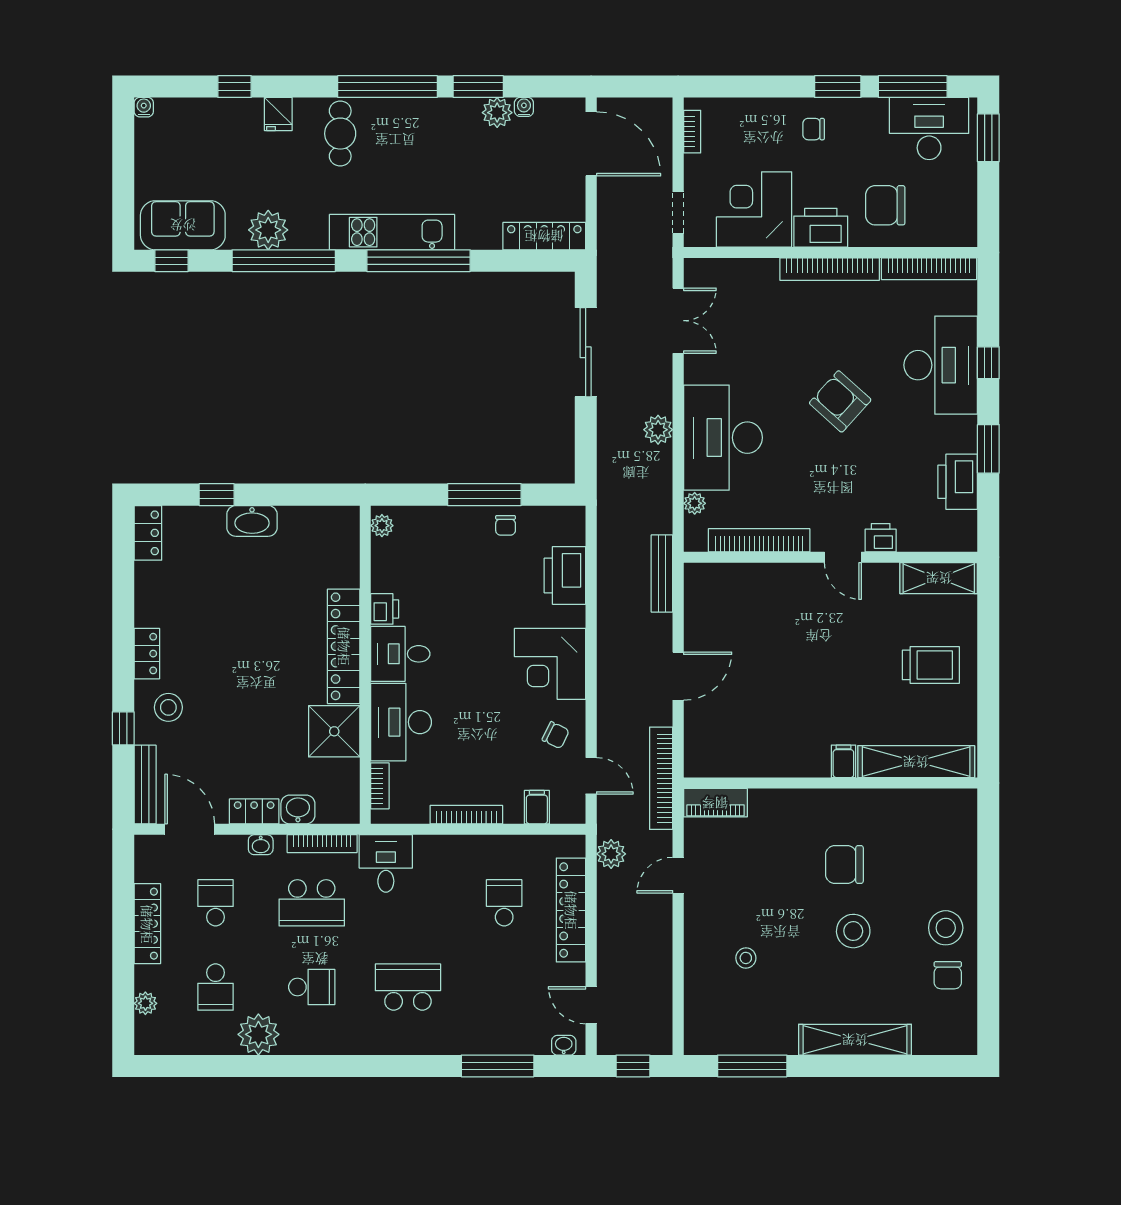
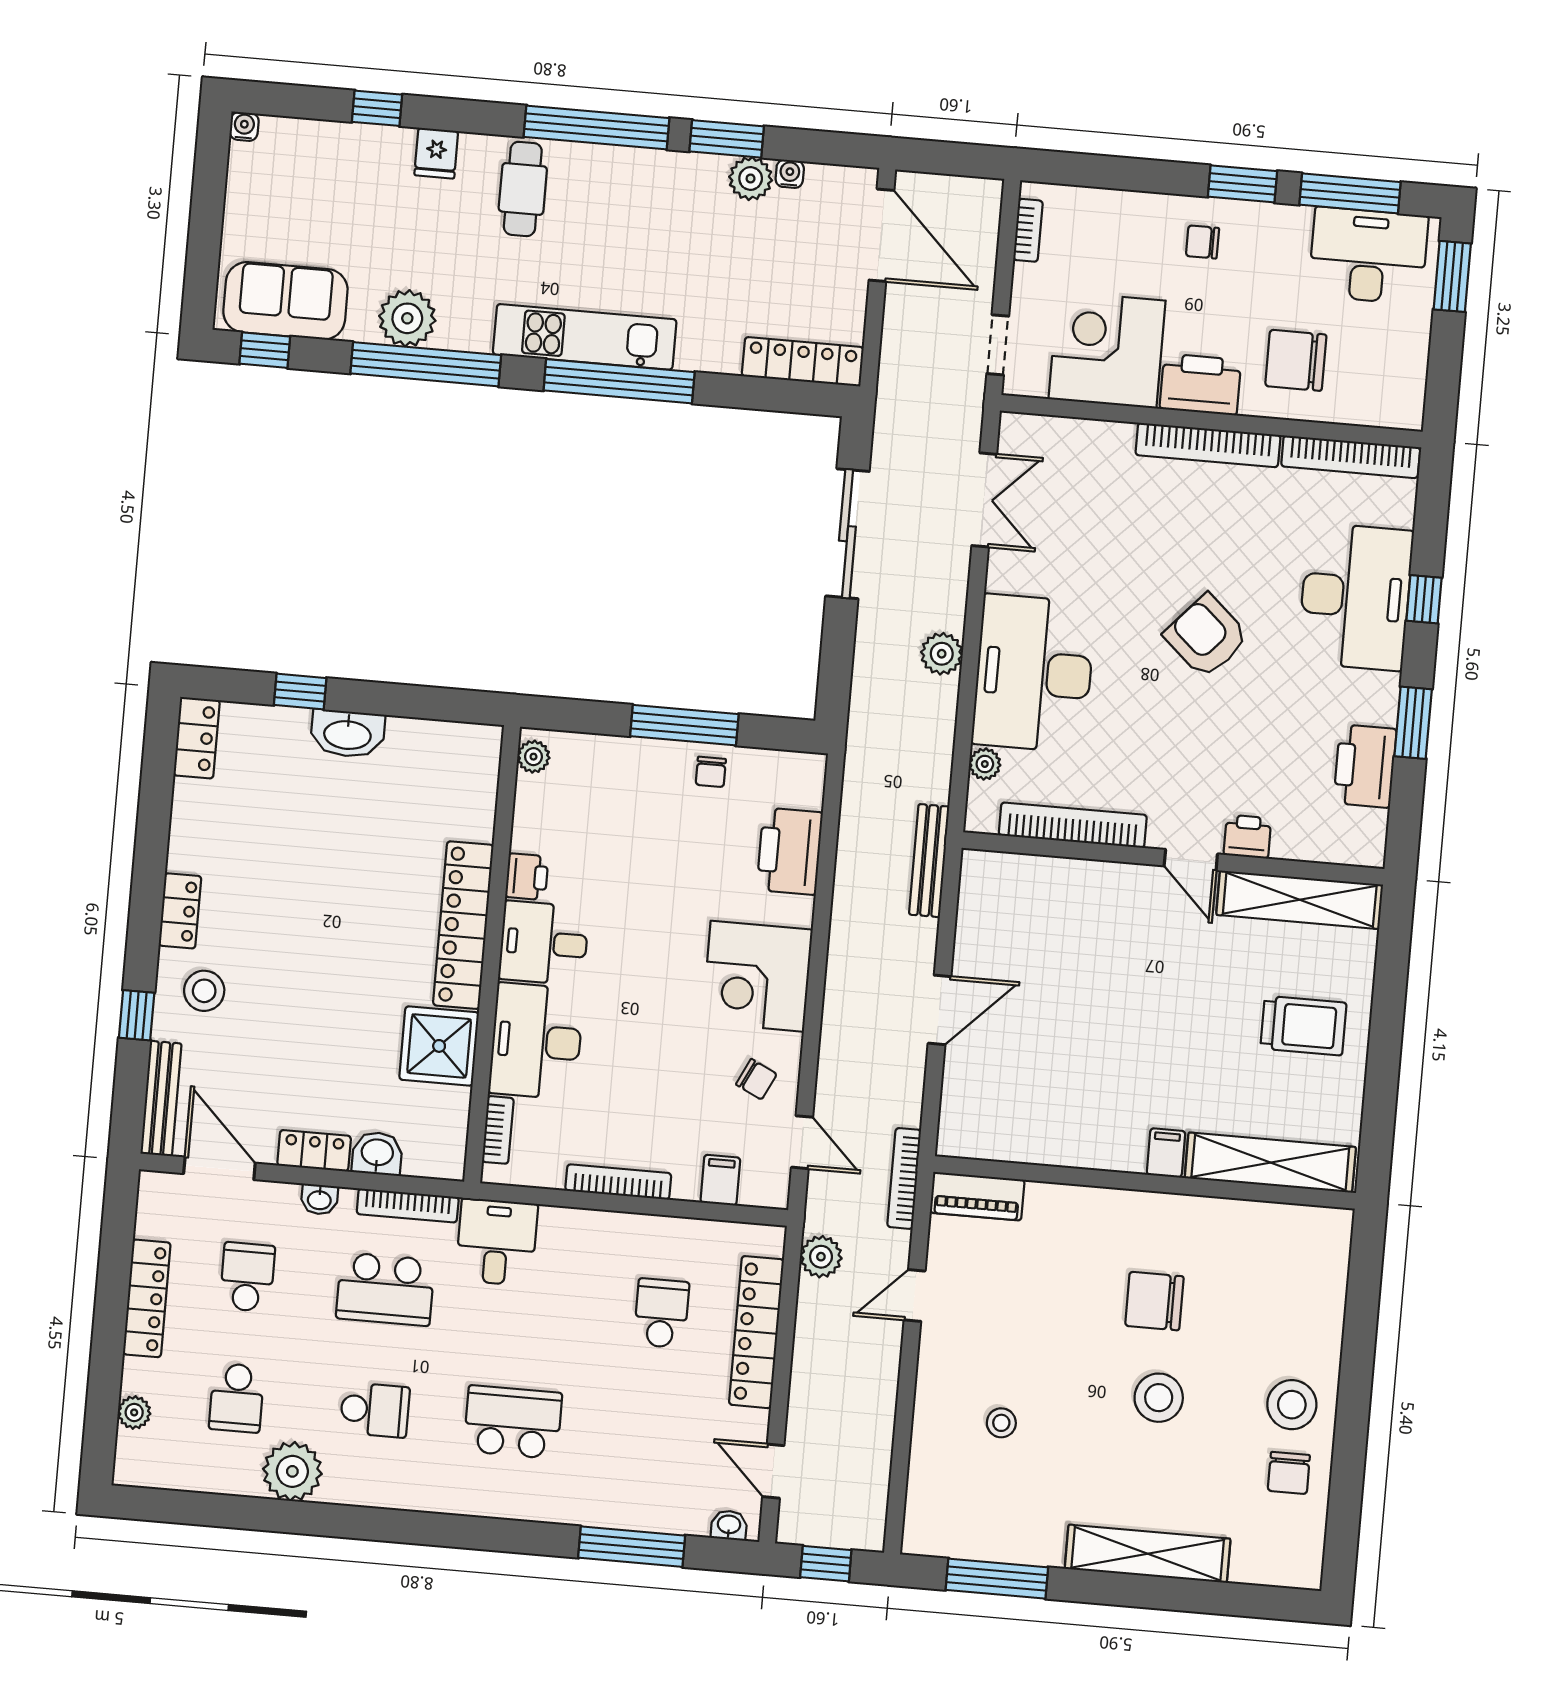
shelving: (939, 578) -> (1300, 900), width x1.47
bookcase: (661, 778) -> (904, 1178), width x0.68, depth x0.76

